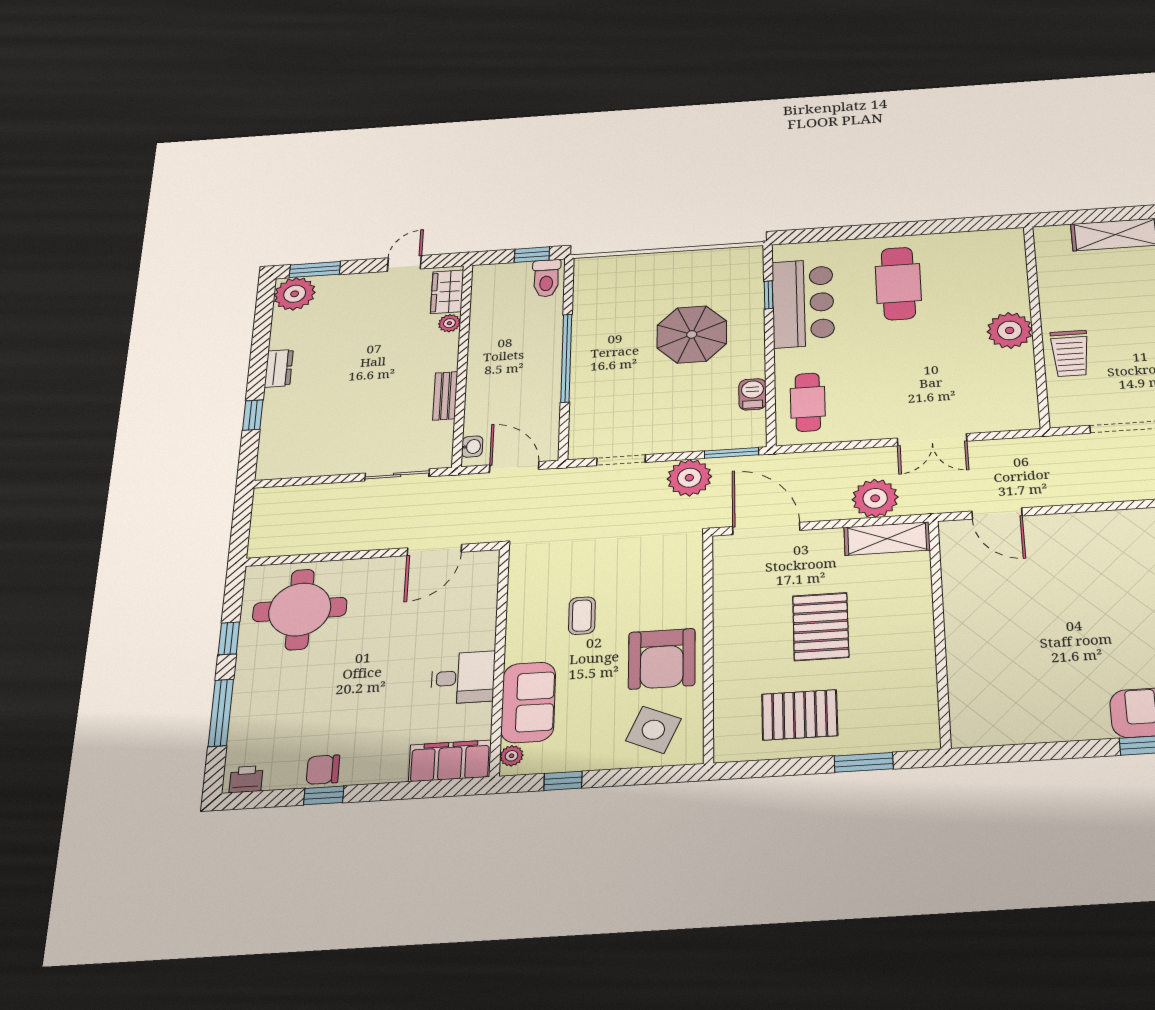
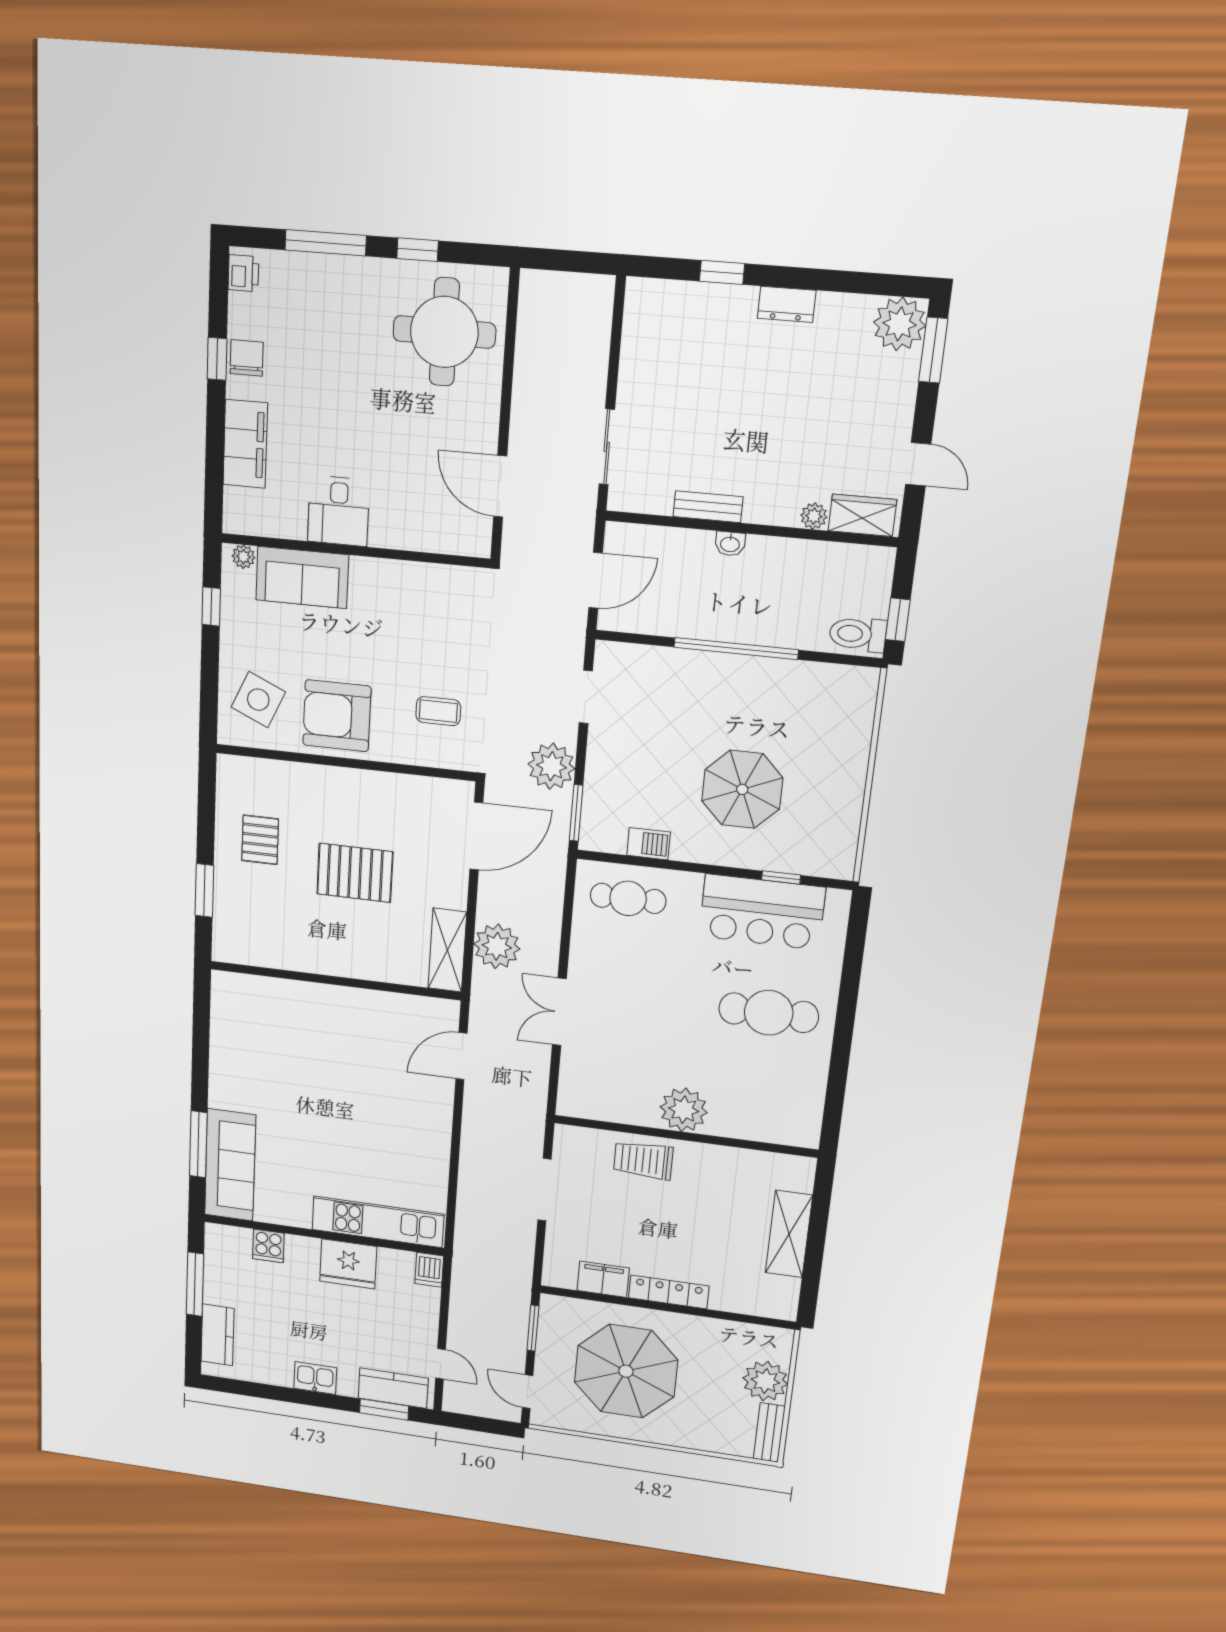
washbasin: (472, 447) -> (730, 544), moved
coffee table: (582, 616) -> (438, 711), moved
pallet: (800, 715) -> (260, 840), width x0.67, depth x0.71
filing cabinet: (450, 761) -> (245, 444), moved

